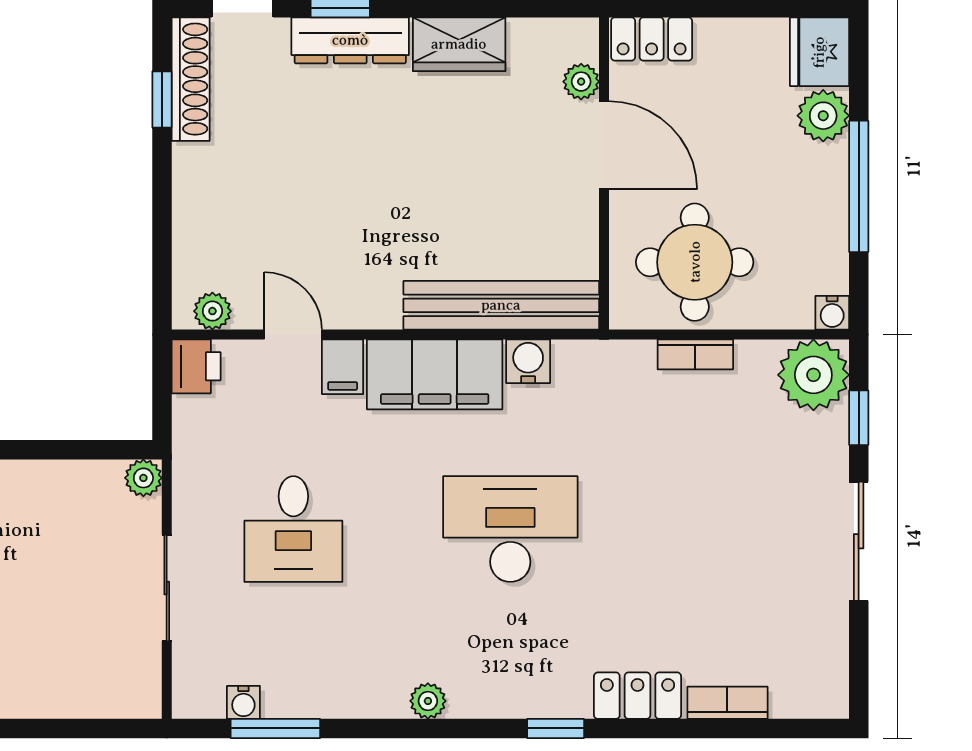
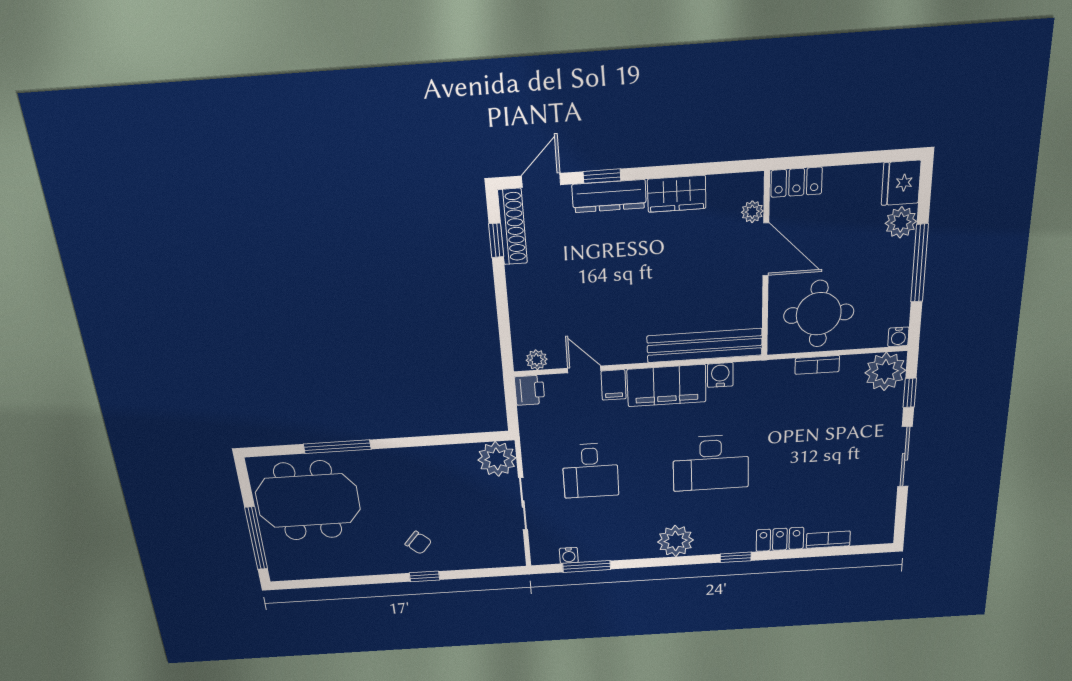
plant: (143, 478) -> (497, 459), width x1.87, depth x1.87
desk: (510, 529) -> (711, 463), turned 180
plant: (428, 701) -> (675, 541), width x1.88, depth x1.88

